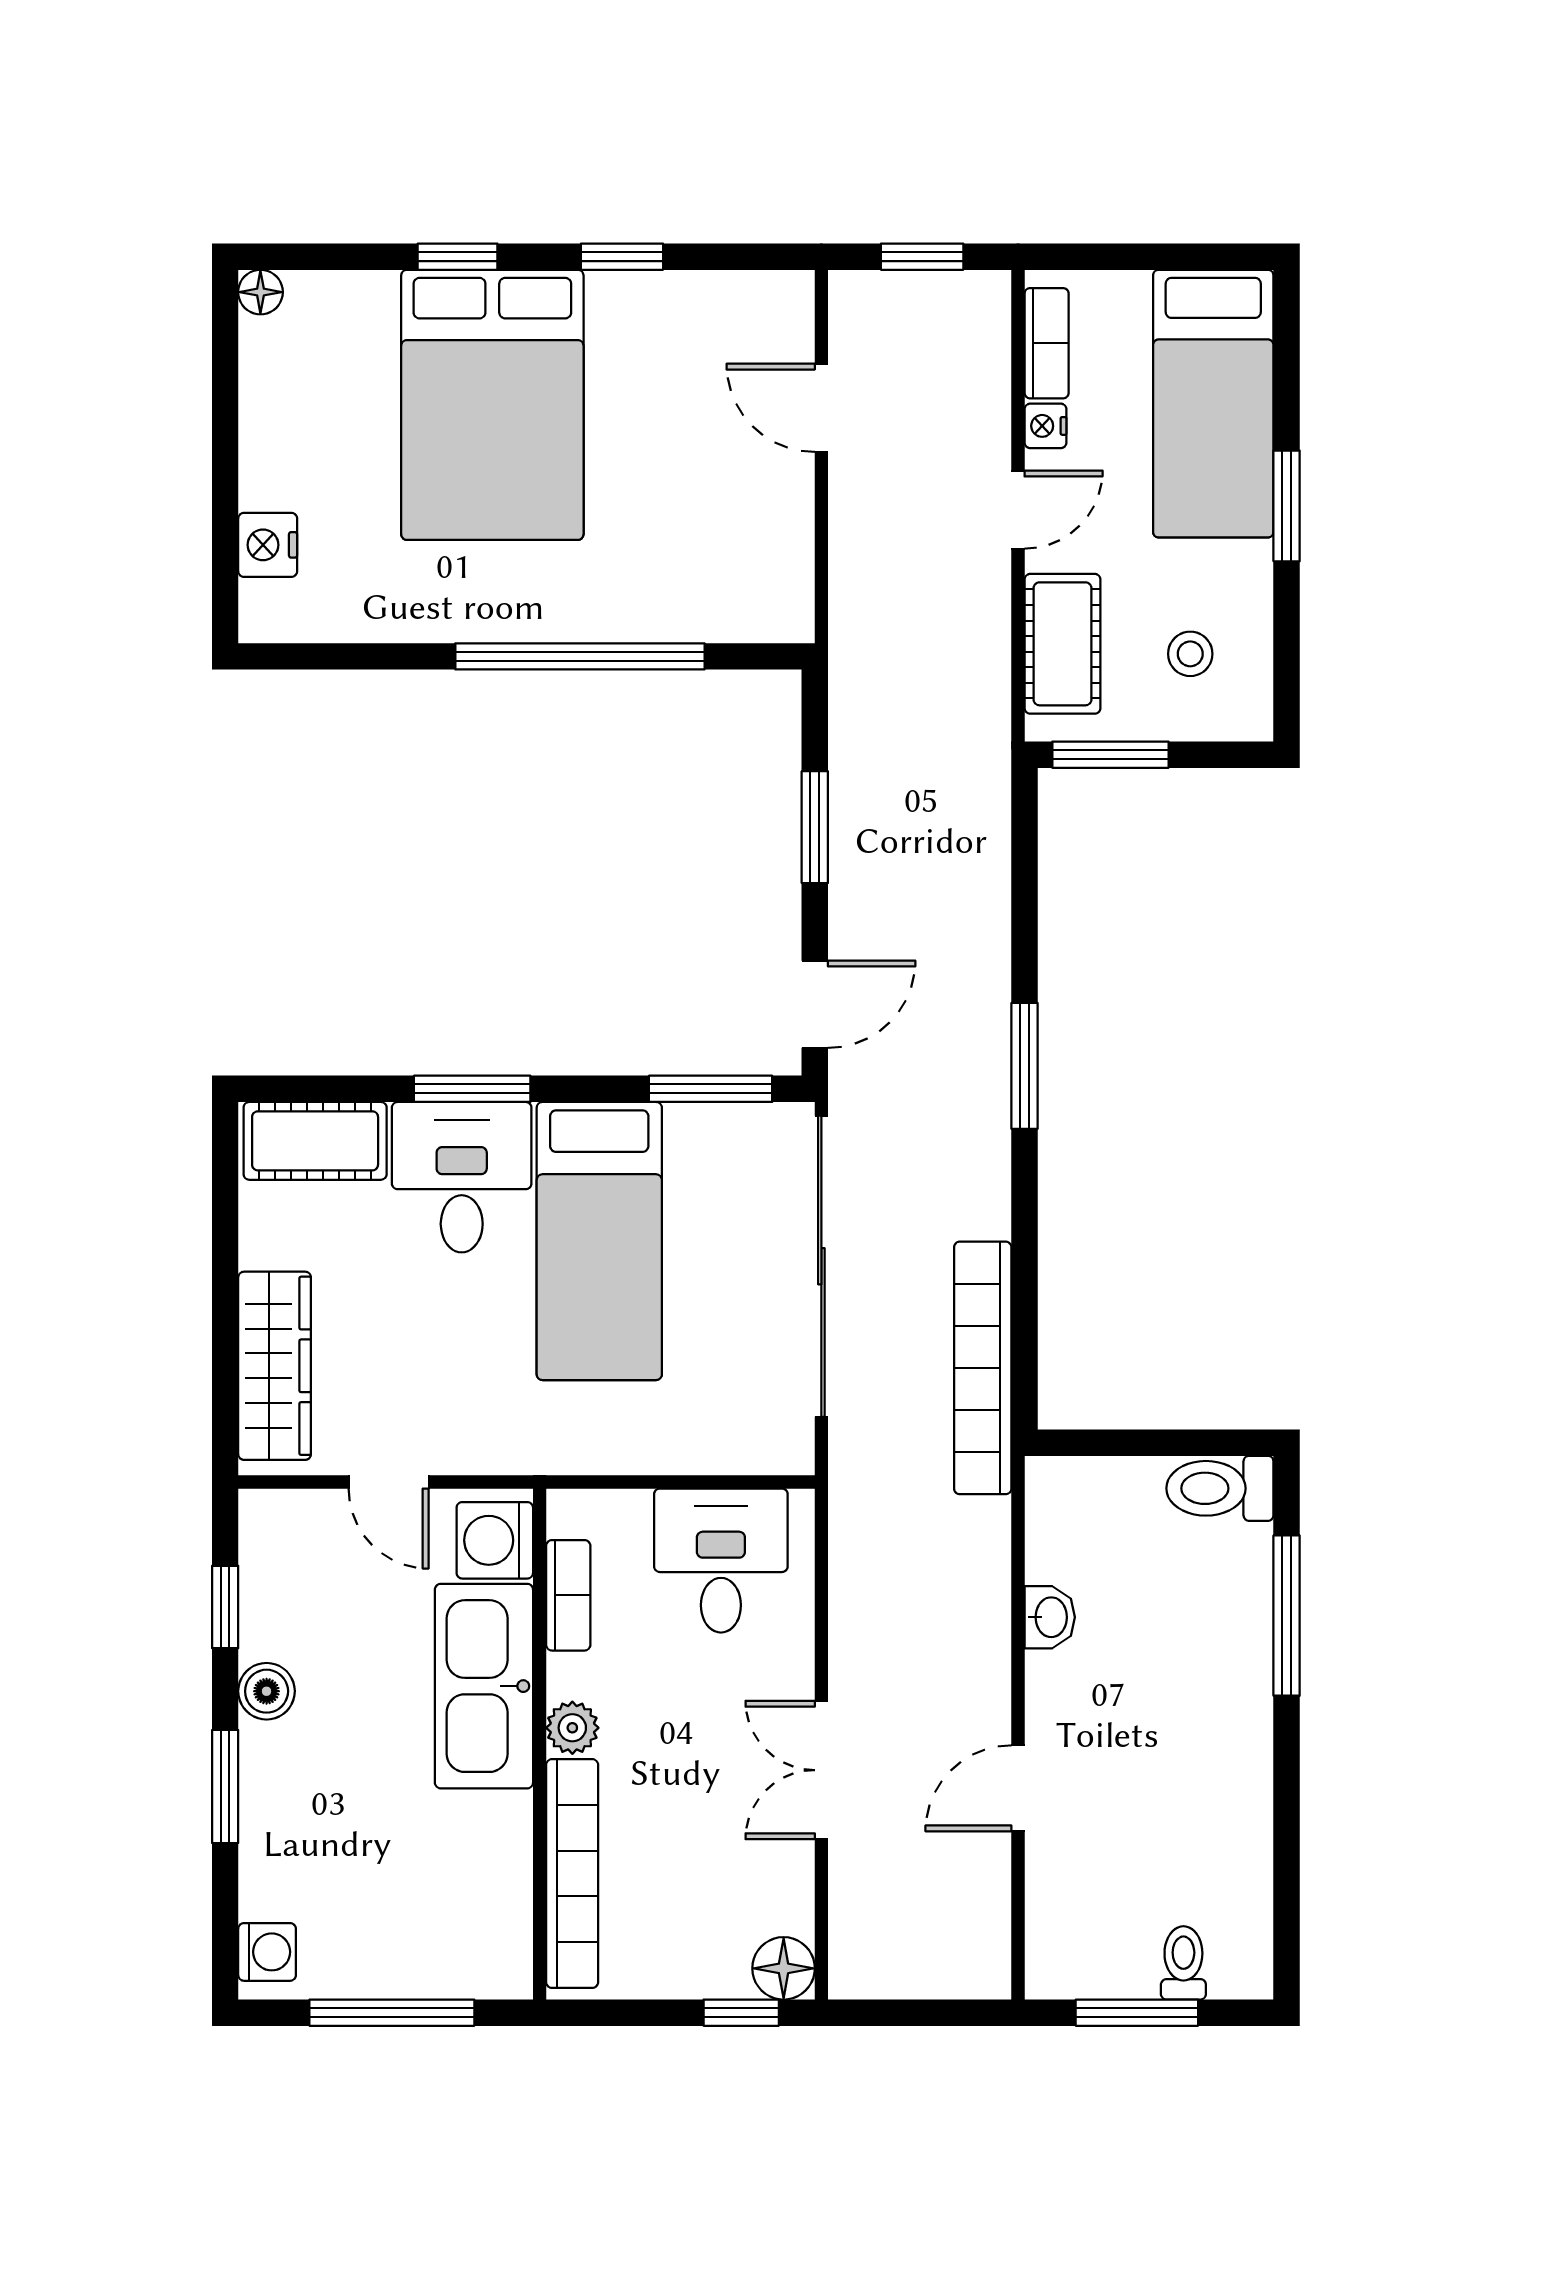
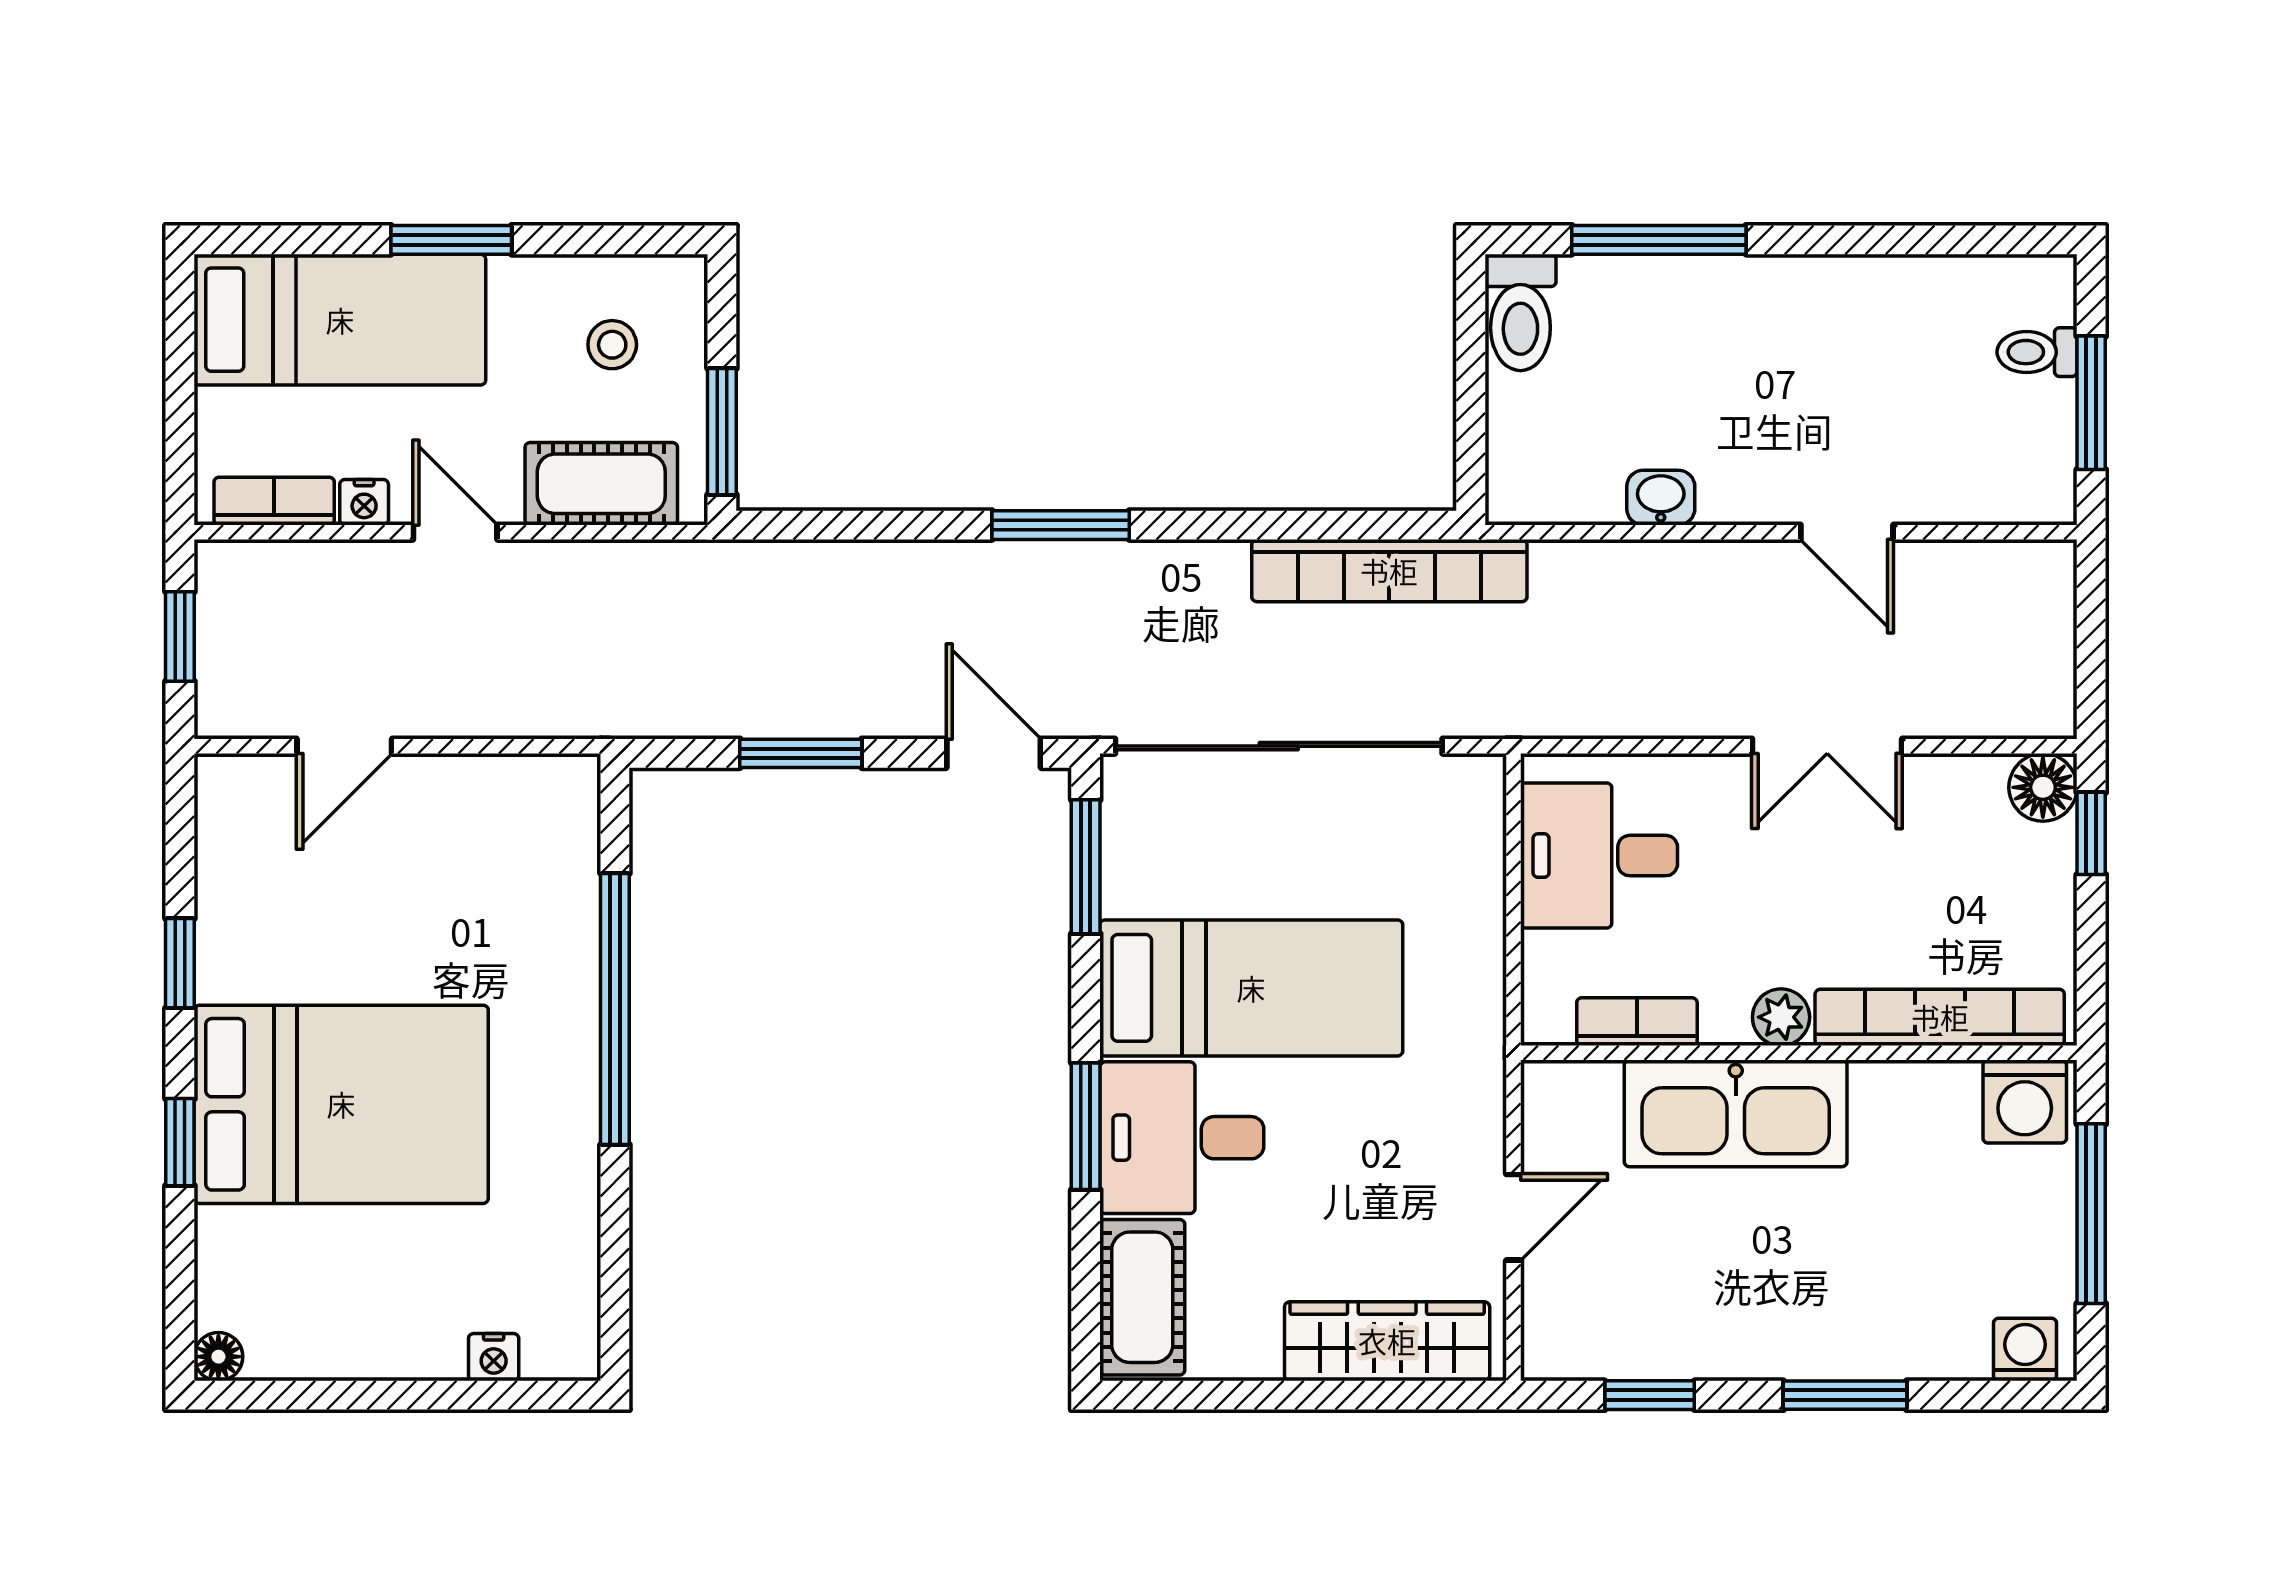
nightstand: (268, 545) -> (494, 1357), width x0.72, depth x0.74
washing machine: (495, 1540) -> (2025, 1102), moved
boiler: (267, 1691) -> (1741, 1350), removed

